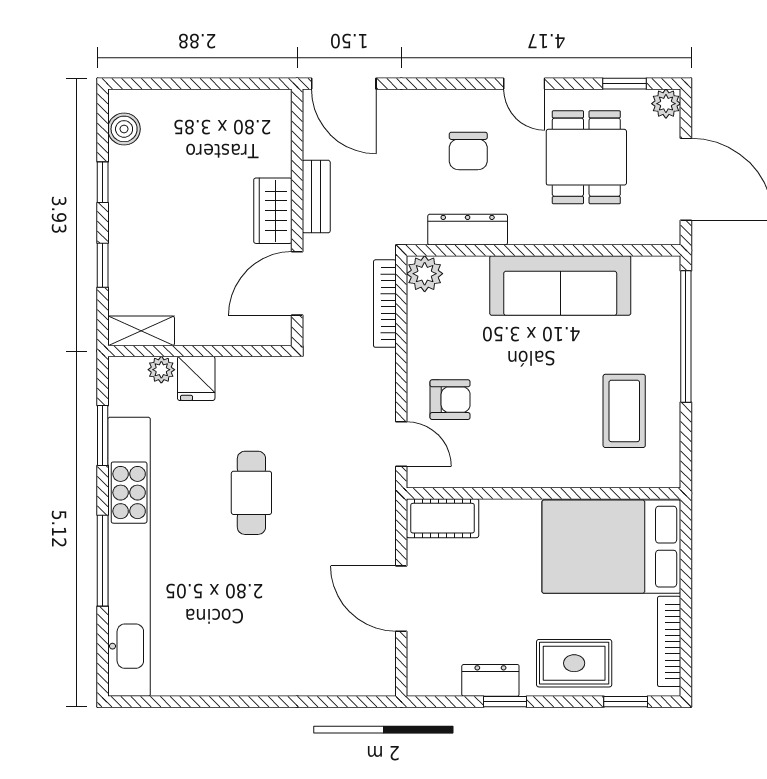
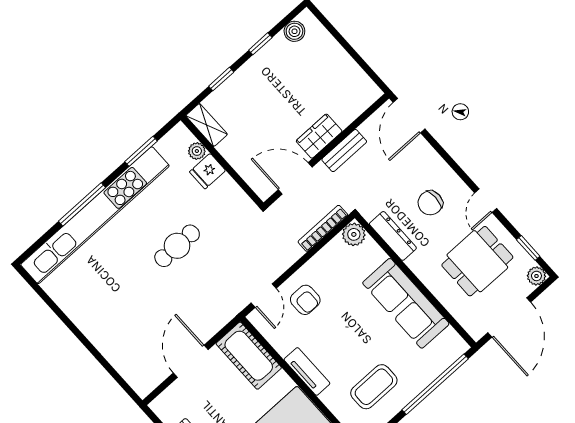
tv unit: (536, 473) -> (307, 371), added
cot: (442, 518) -> (249, 356), width x1.37, depth x1.34

